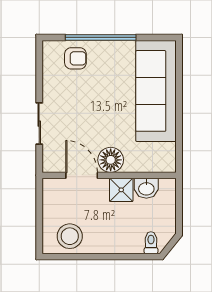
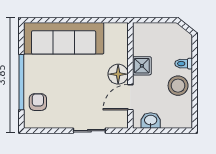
washbasin: (146, 188) -> (151, 121), moved, turned -90
stool: (70, 236) -> (178, 86), moved
toilet: (151, 243) -> (184, 64), moved

